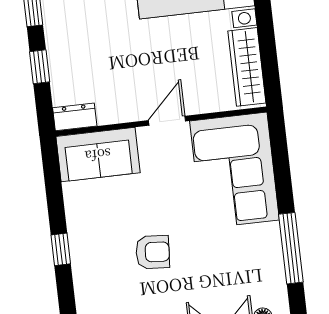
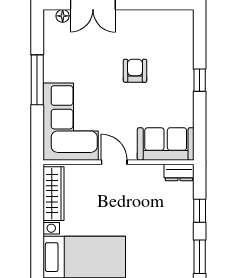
door: (167, 121) -> (114, 162), swing flipped
window: (291, 248) -> (37, 80), moved
armchair: (153, 252) -> (135, 71), turned 86

